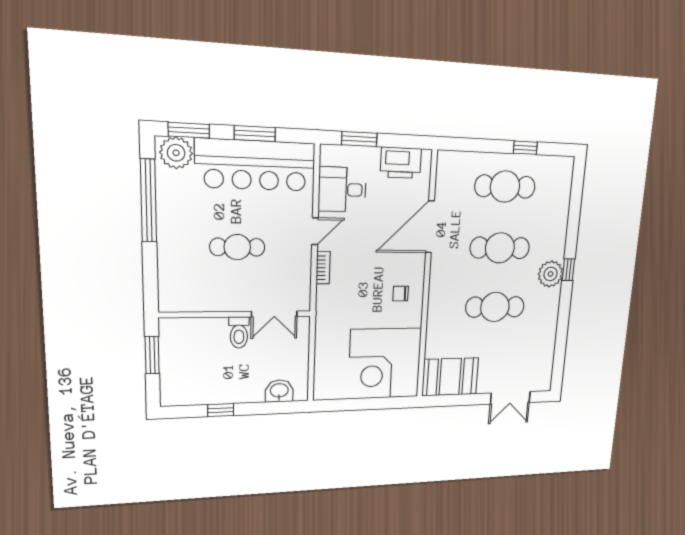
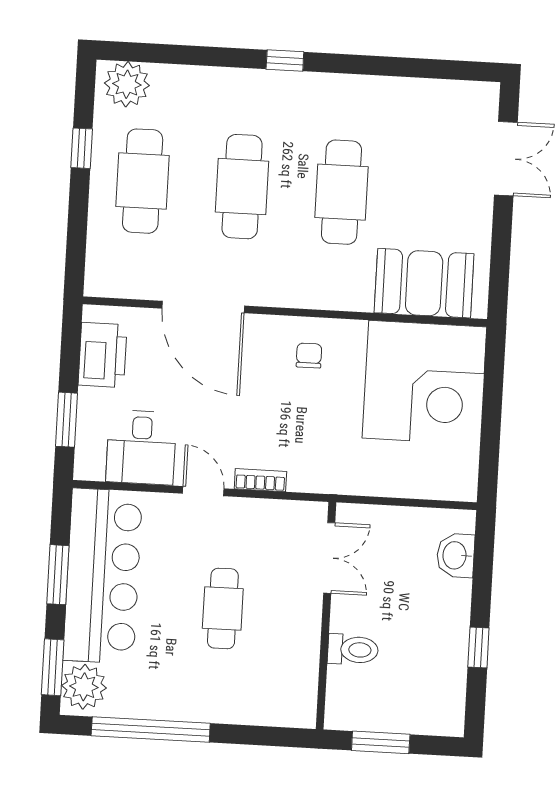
plant: (551, 274) -> (127, 84), moved
chair: (401, 294) -> (309, 356), turned 180
toilet: (239, 332) -> (353, 650), moved
booth: (450, 377) -> (424, 283), moved, turned 90

